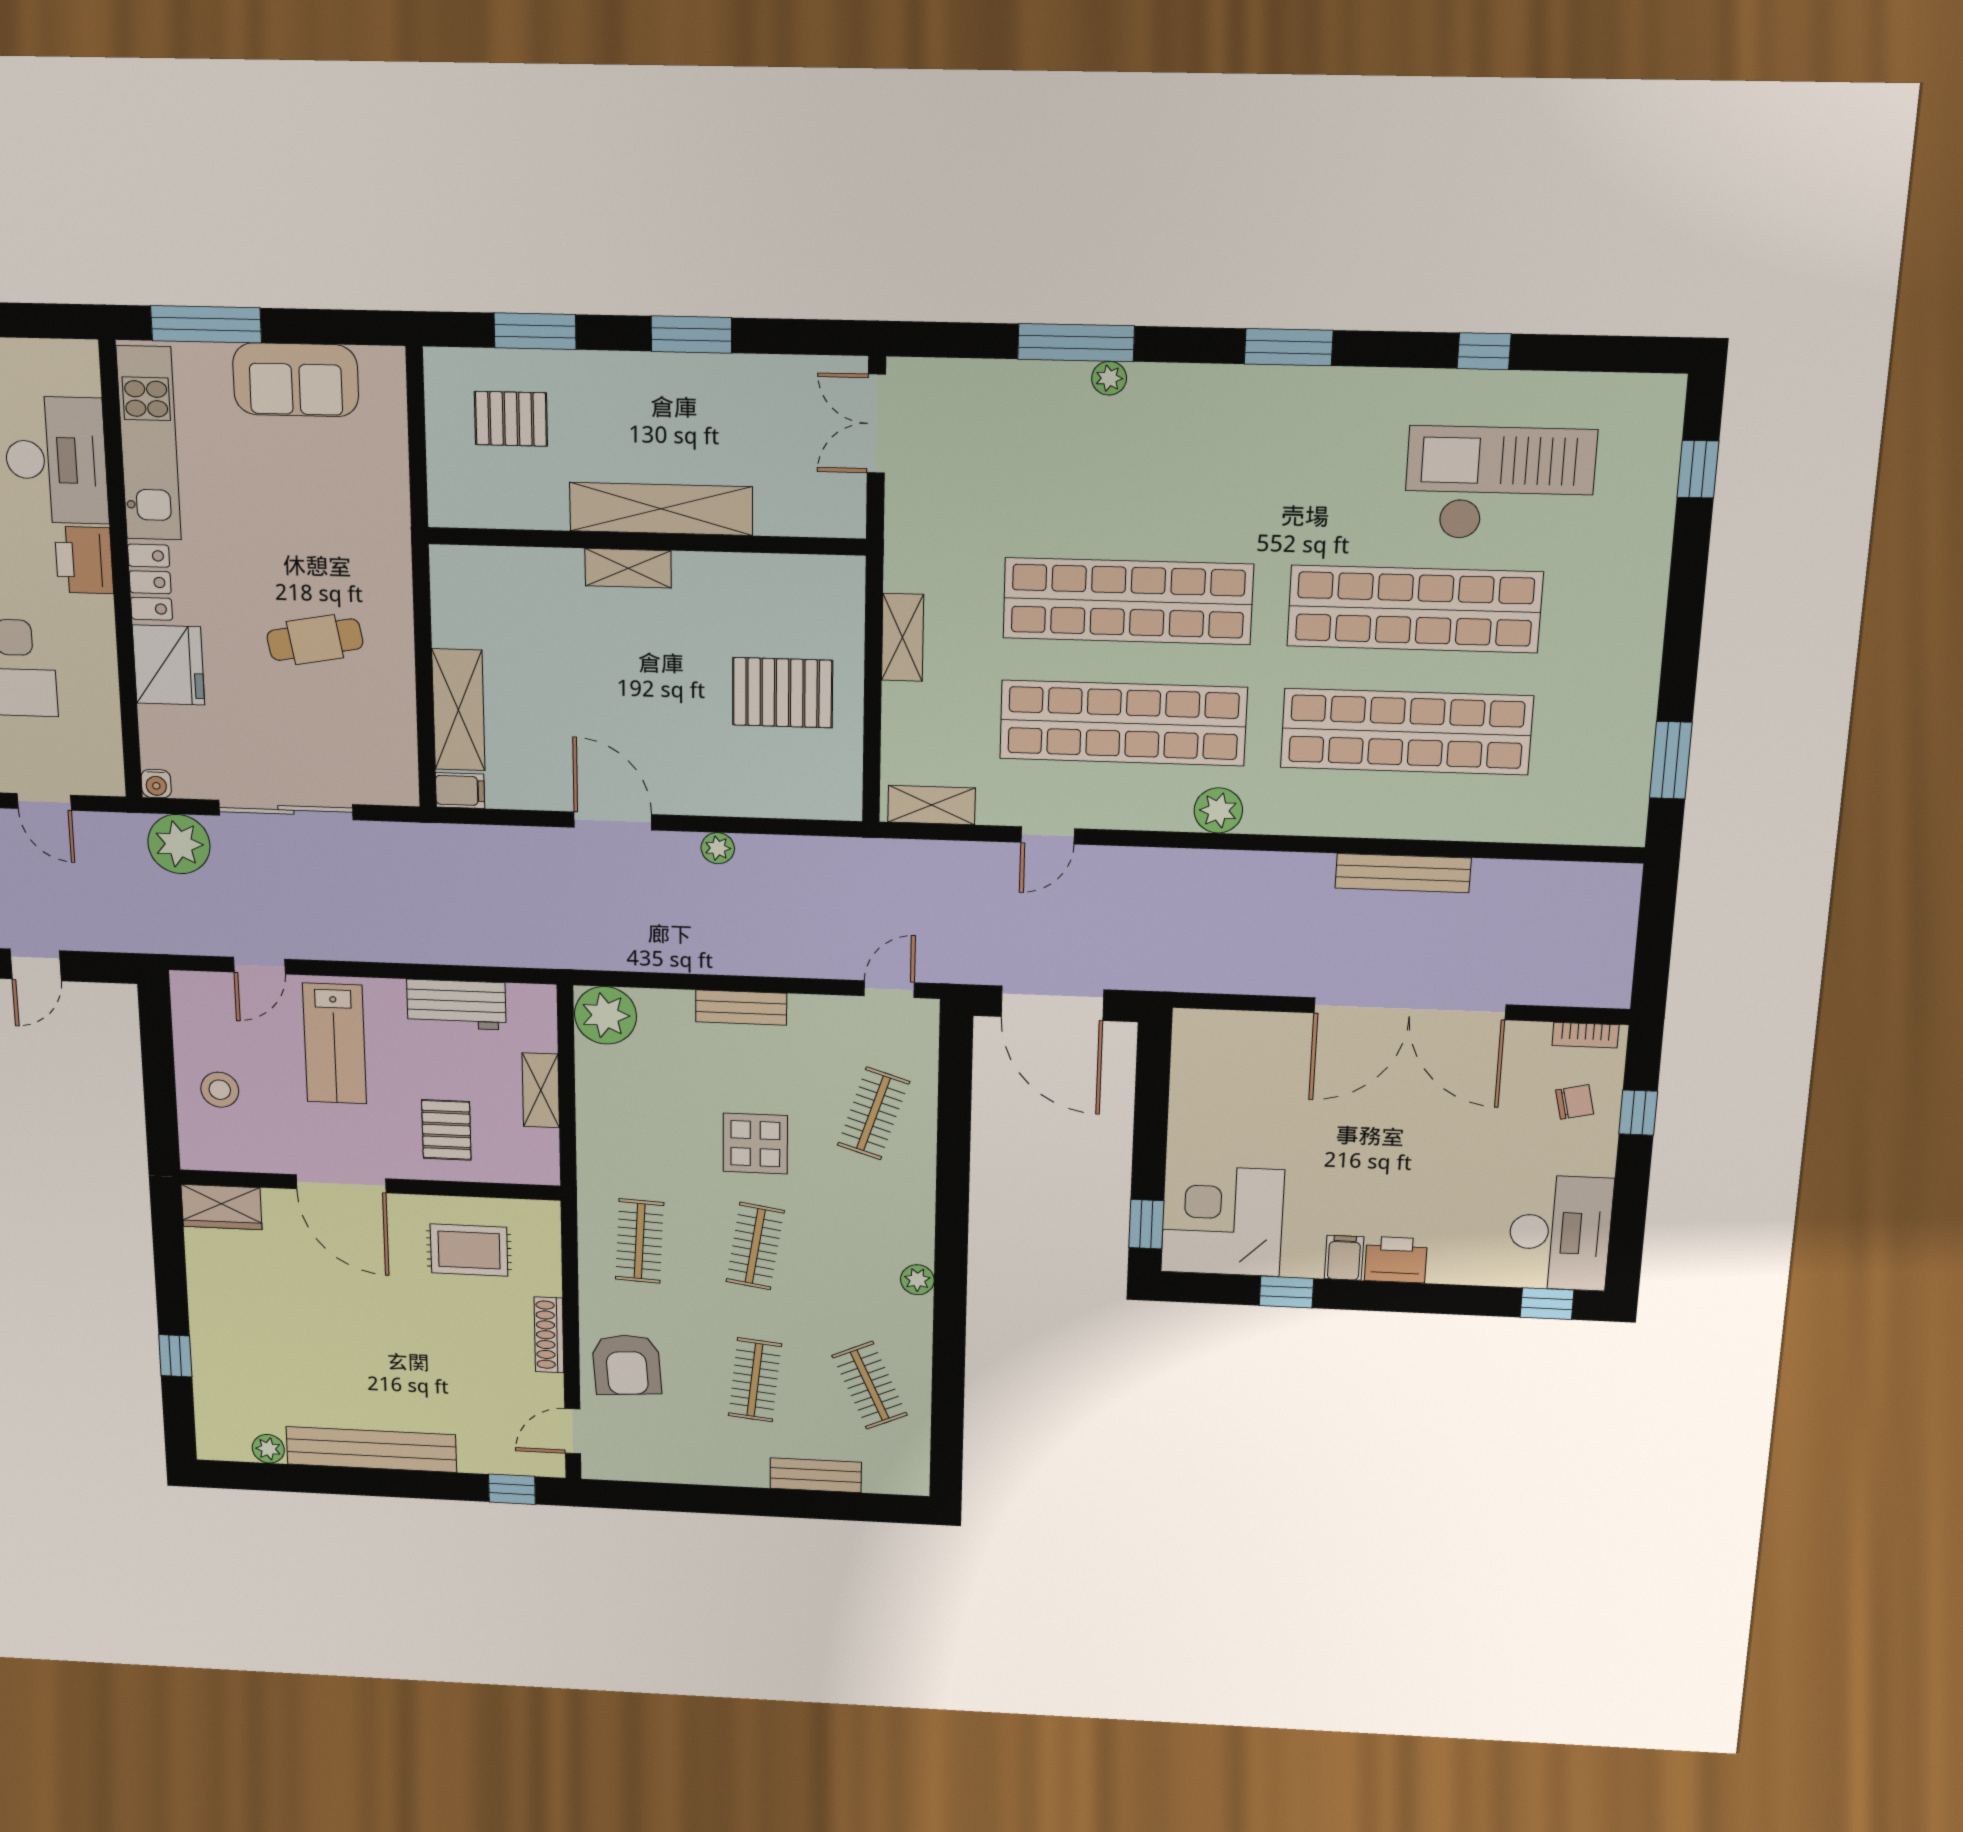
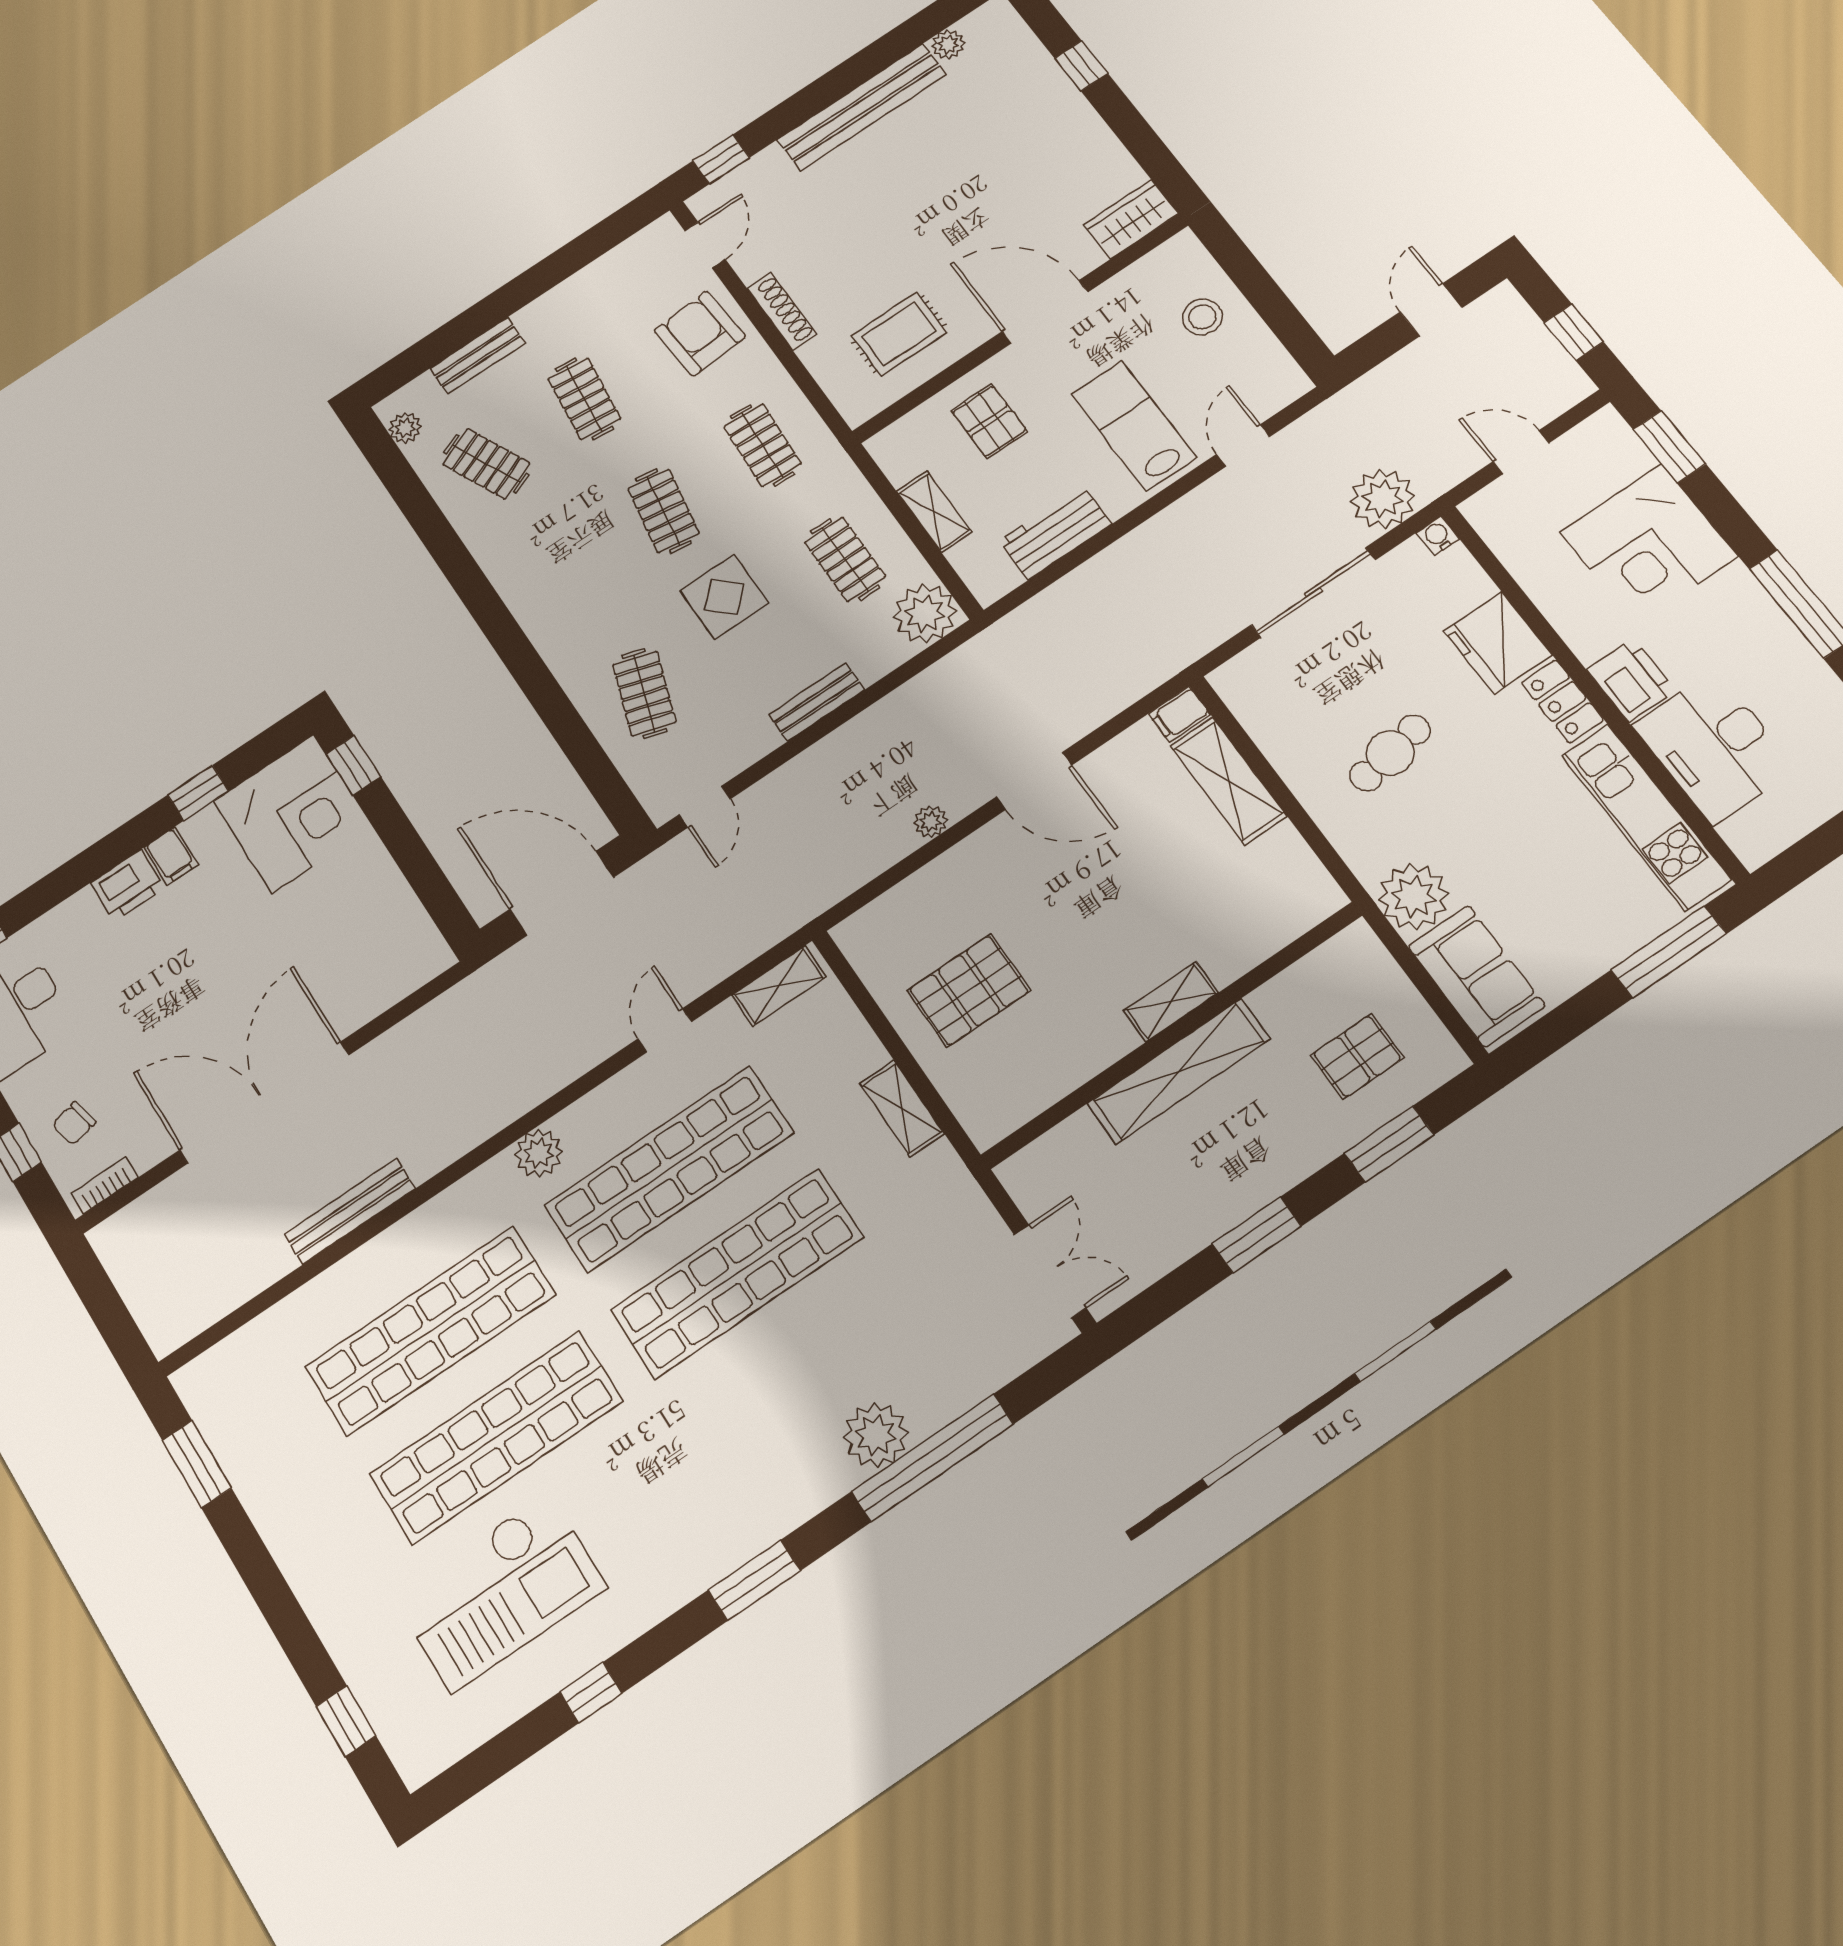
window: (1076, 343) -> (932, 1458), width x1.46
plant: (1109, 378) -> (876, 1435), width x1.87, depth x1.87
sofa: (296, 380) -> (1476, 976), moved, turned 90
plant: (377, 513) -> (1414, 897), added
clothes rail: (638, 1104) -> (845, 559), added
plant: (917, 1280) -> (405, 428), moved

